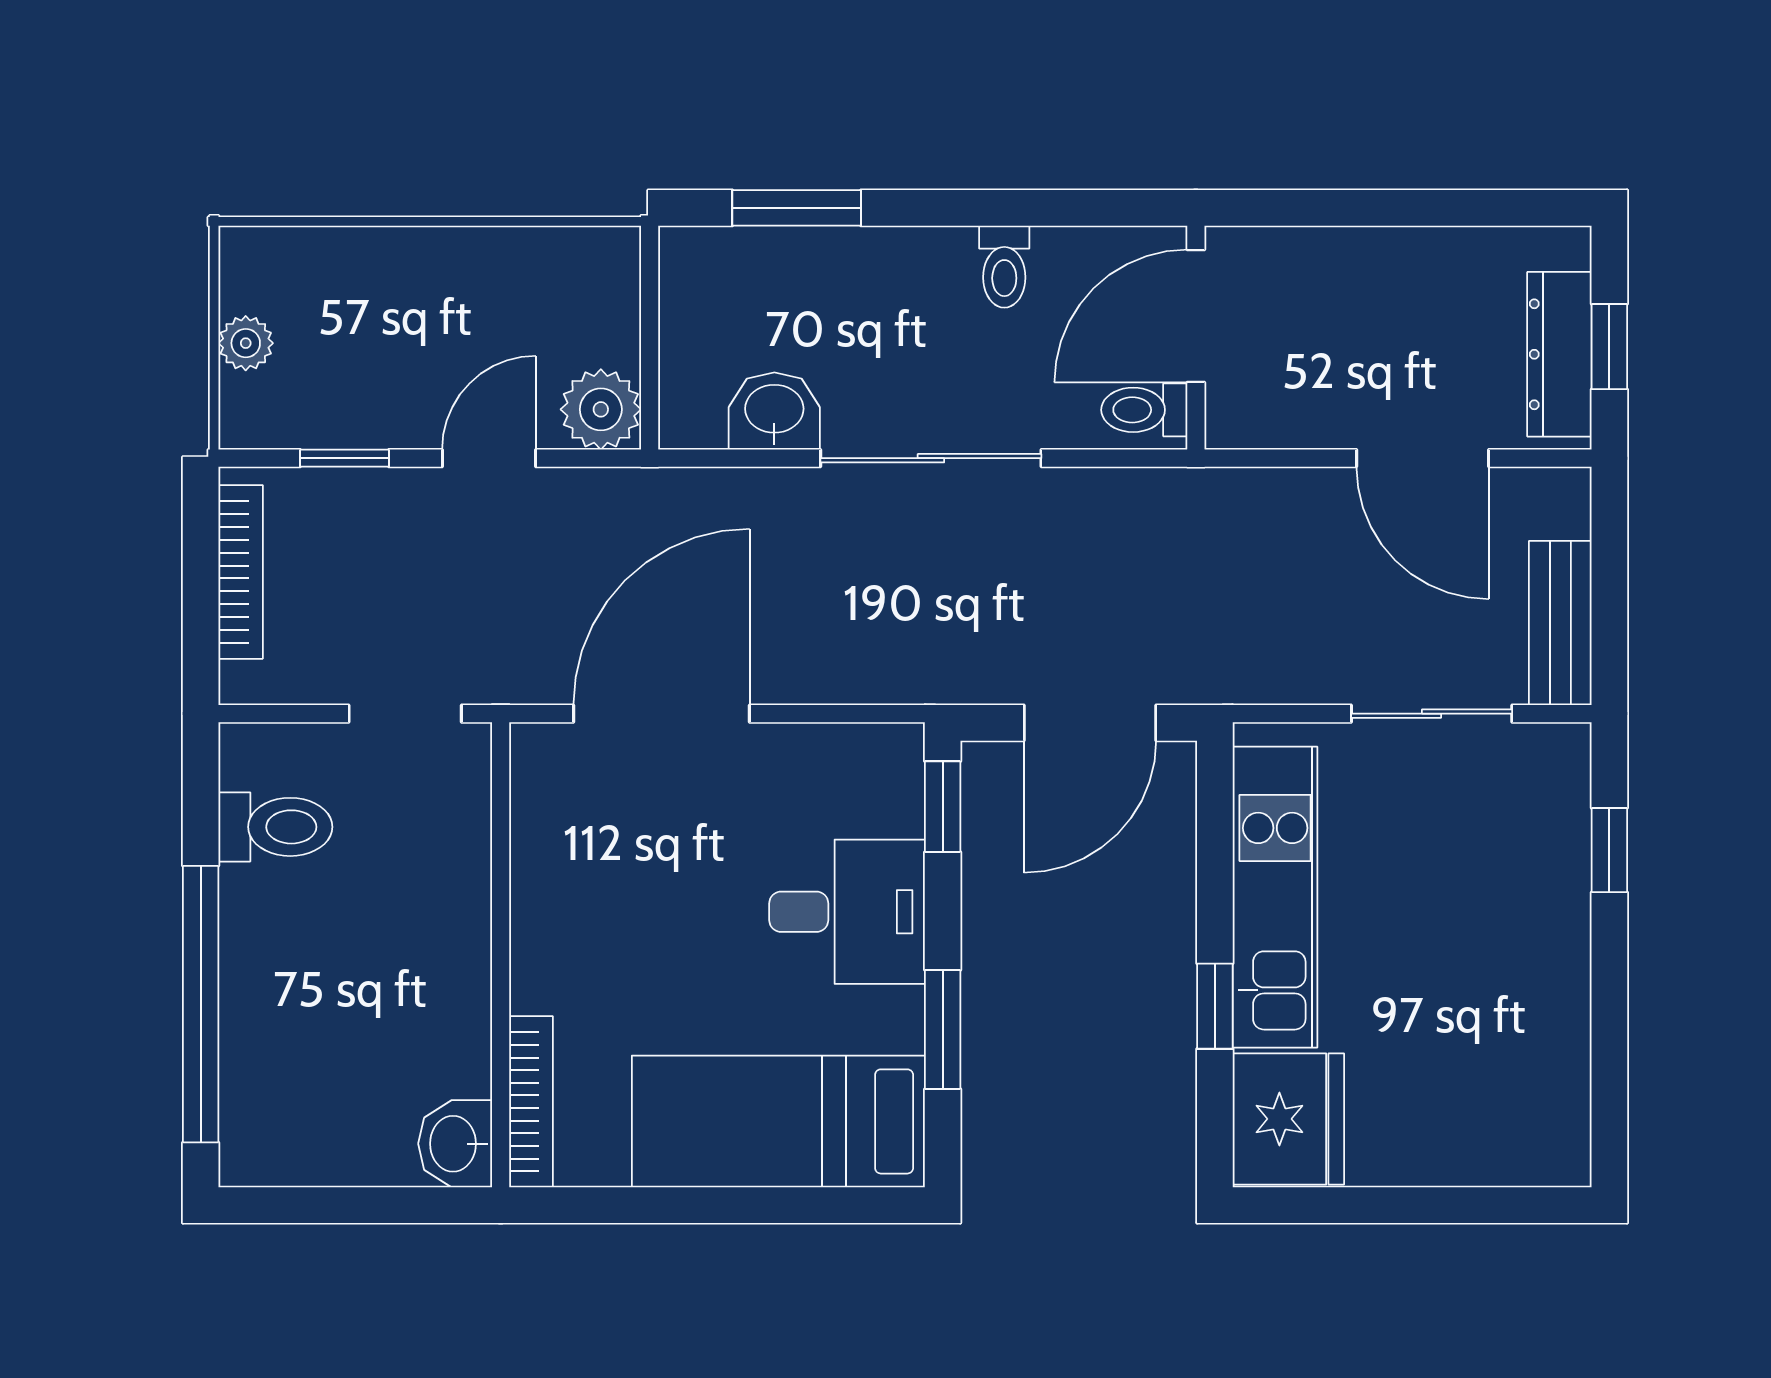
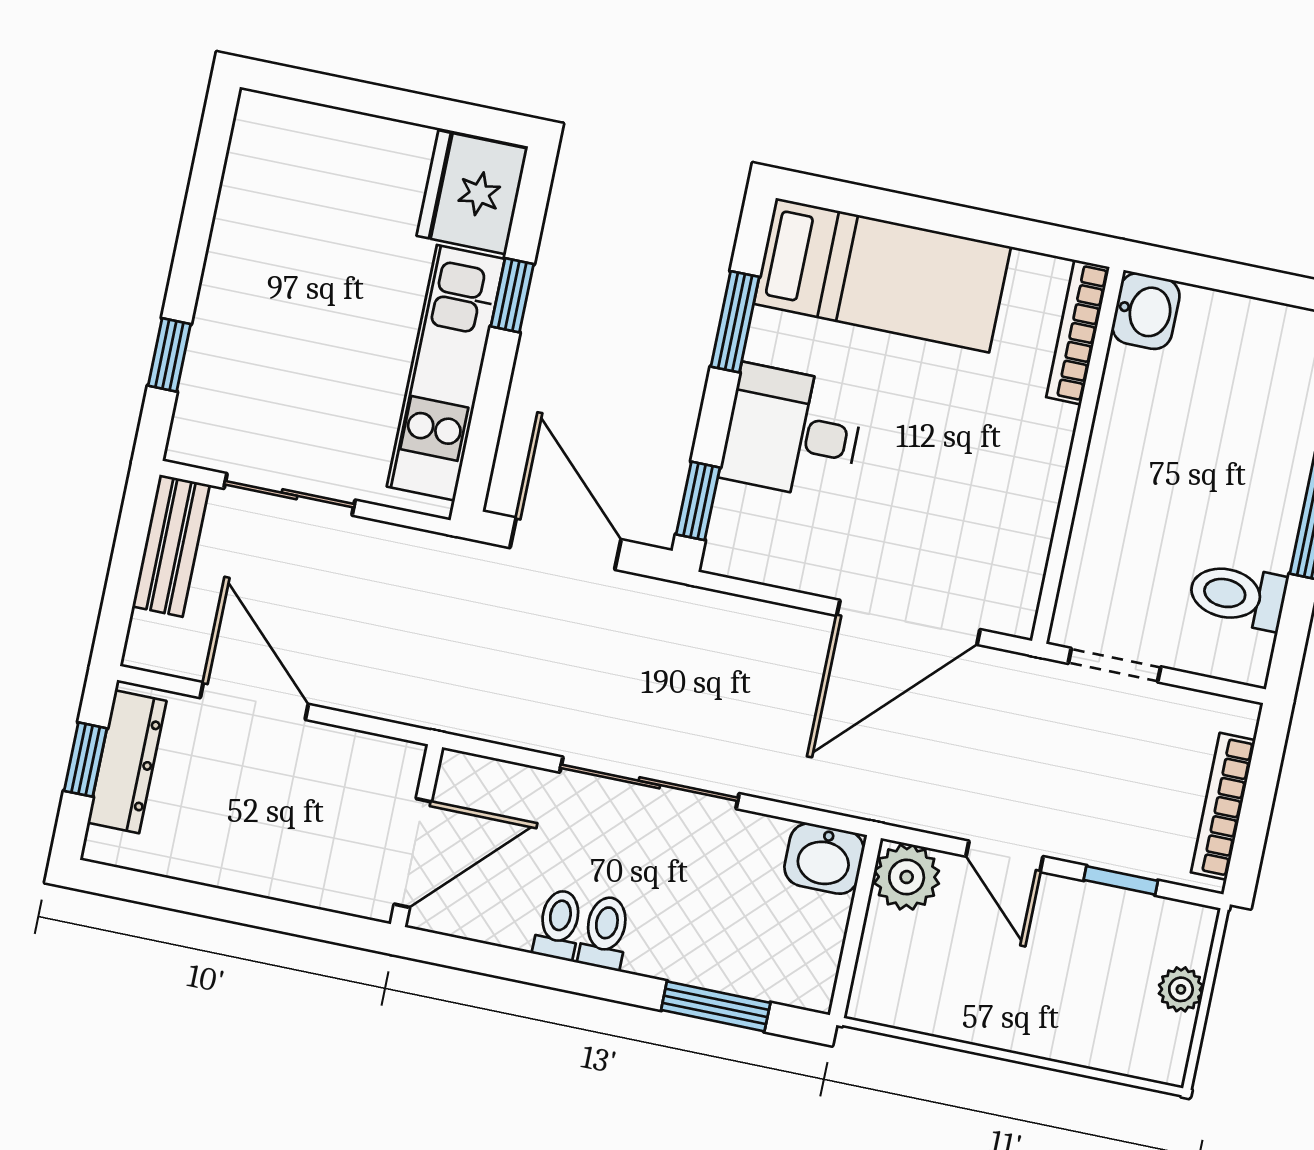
toilet: (1144, 410) -> (605, 933), moved, turned -90
washbasin: (774, 411) -> (824, 859), moved
door: (489, 458) -> (1005, 856), hinge flipped
door: (1090, 723) -> (566, 544), hinge flipped

